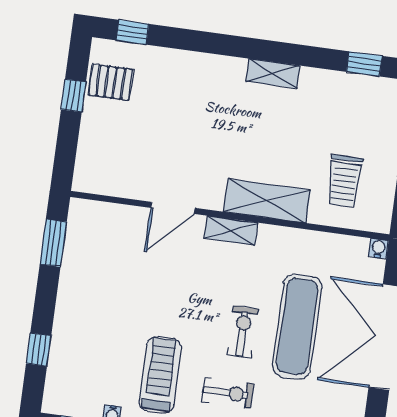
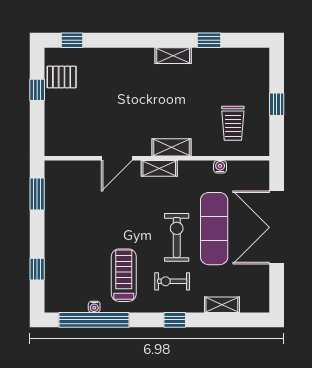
window: (364, 64) -> (209, 40), moved
shelving: (267, 201) -> (172, 147), width x0.67, depth x0.75
water cooler: (378, 248) -> (220, 167), moved
exercise bike: (242, 332) -> (177, 237), width x1.38, depth x1.39
exercise bike: (228, 393) -> (172, 281), turned 180

